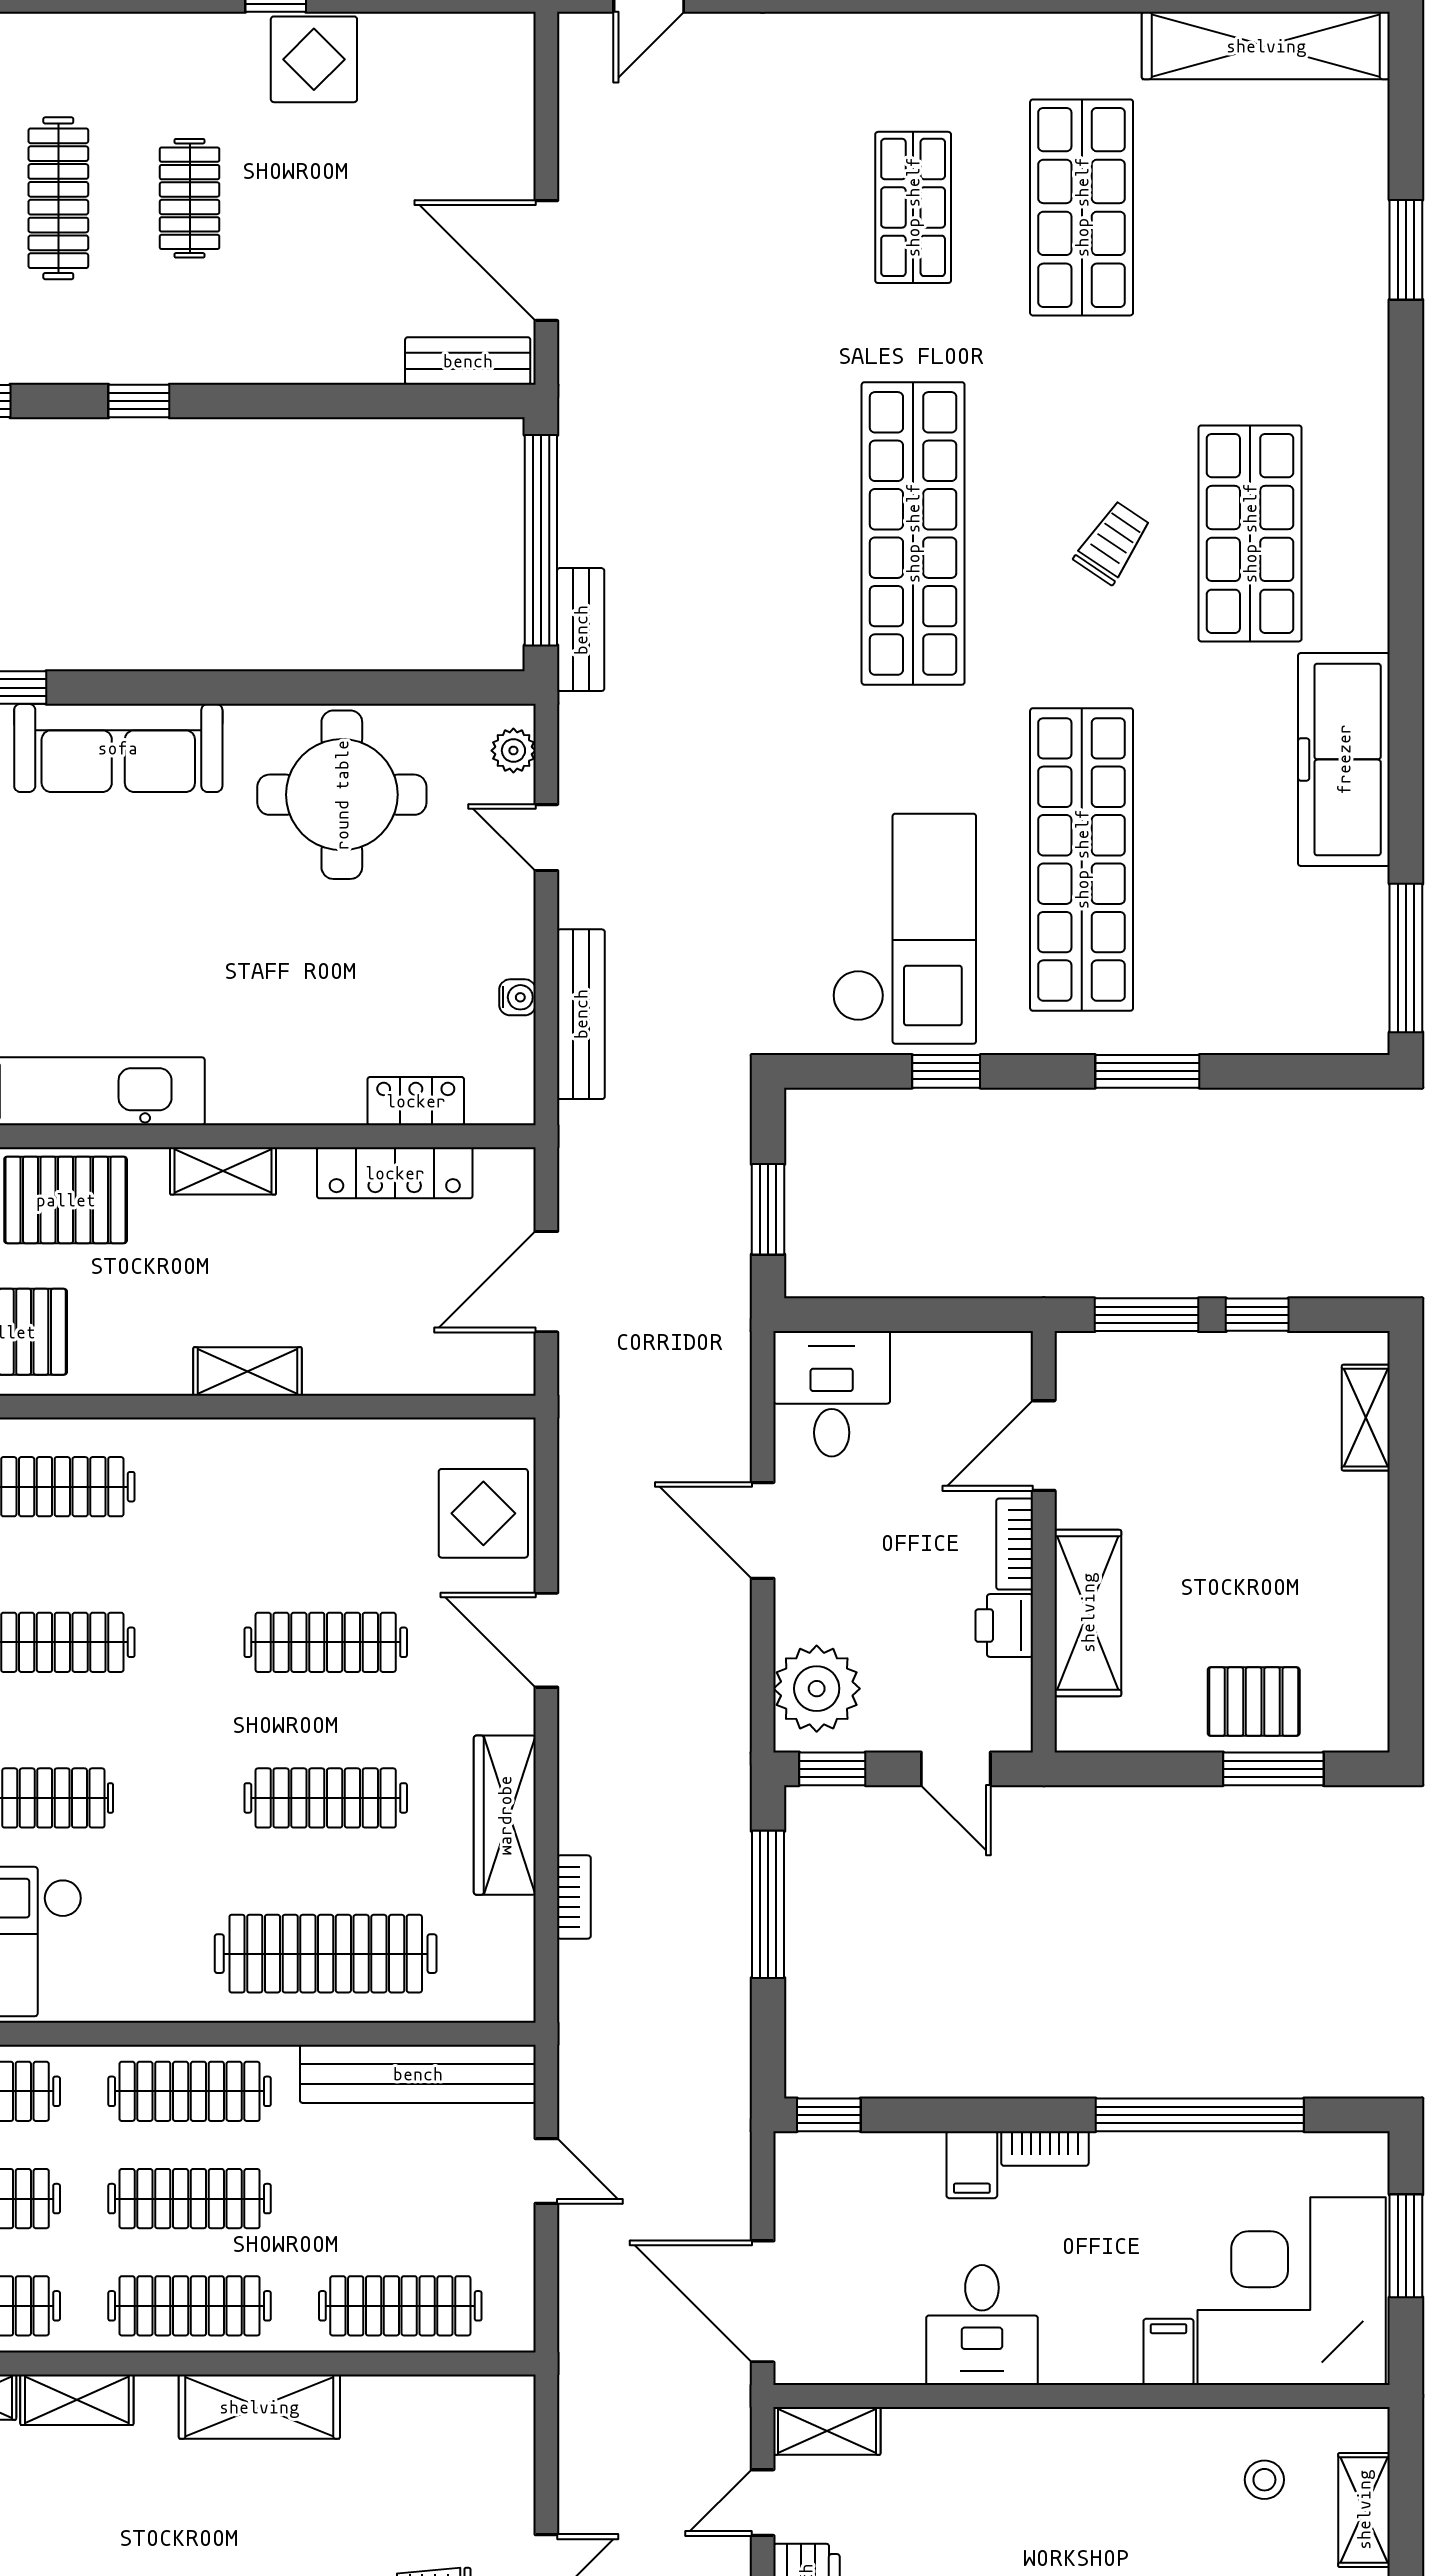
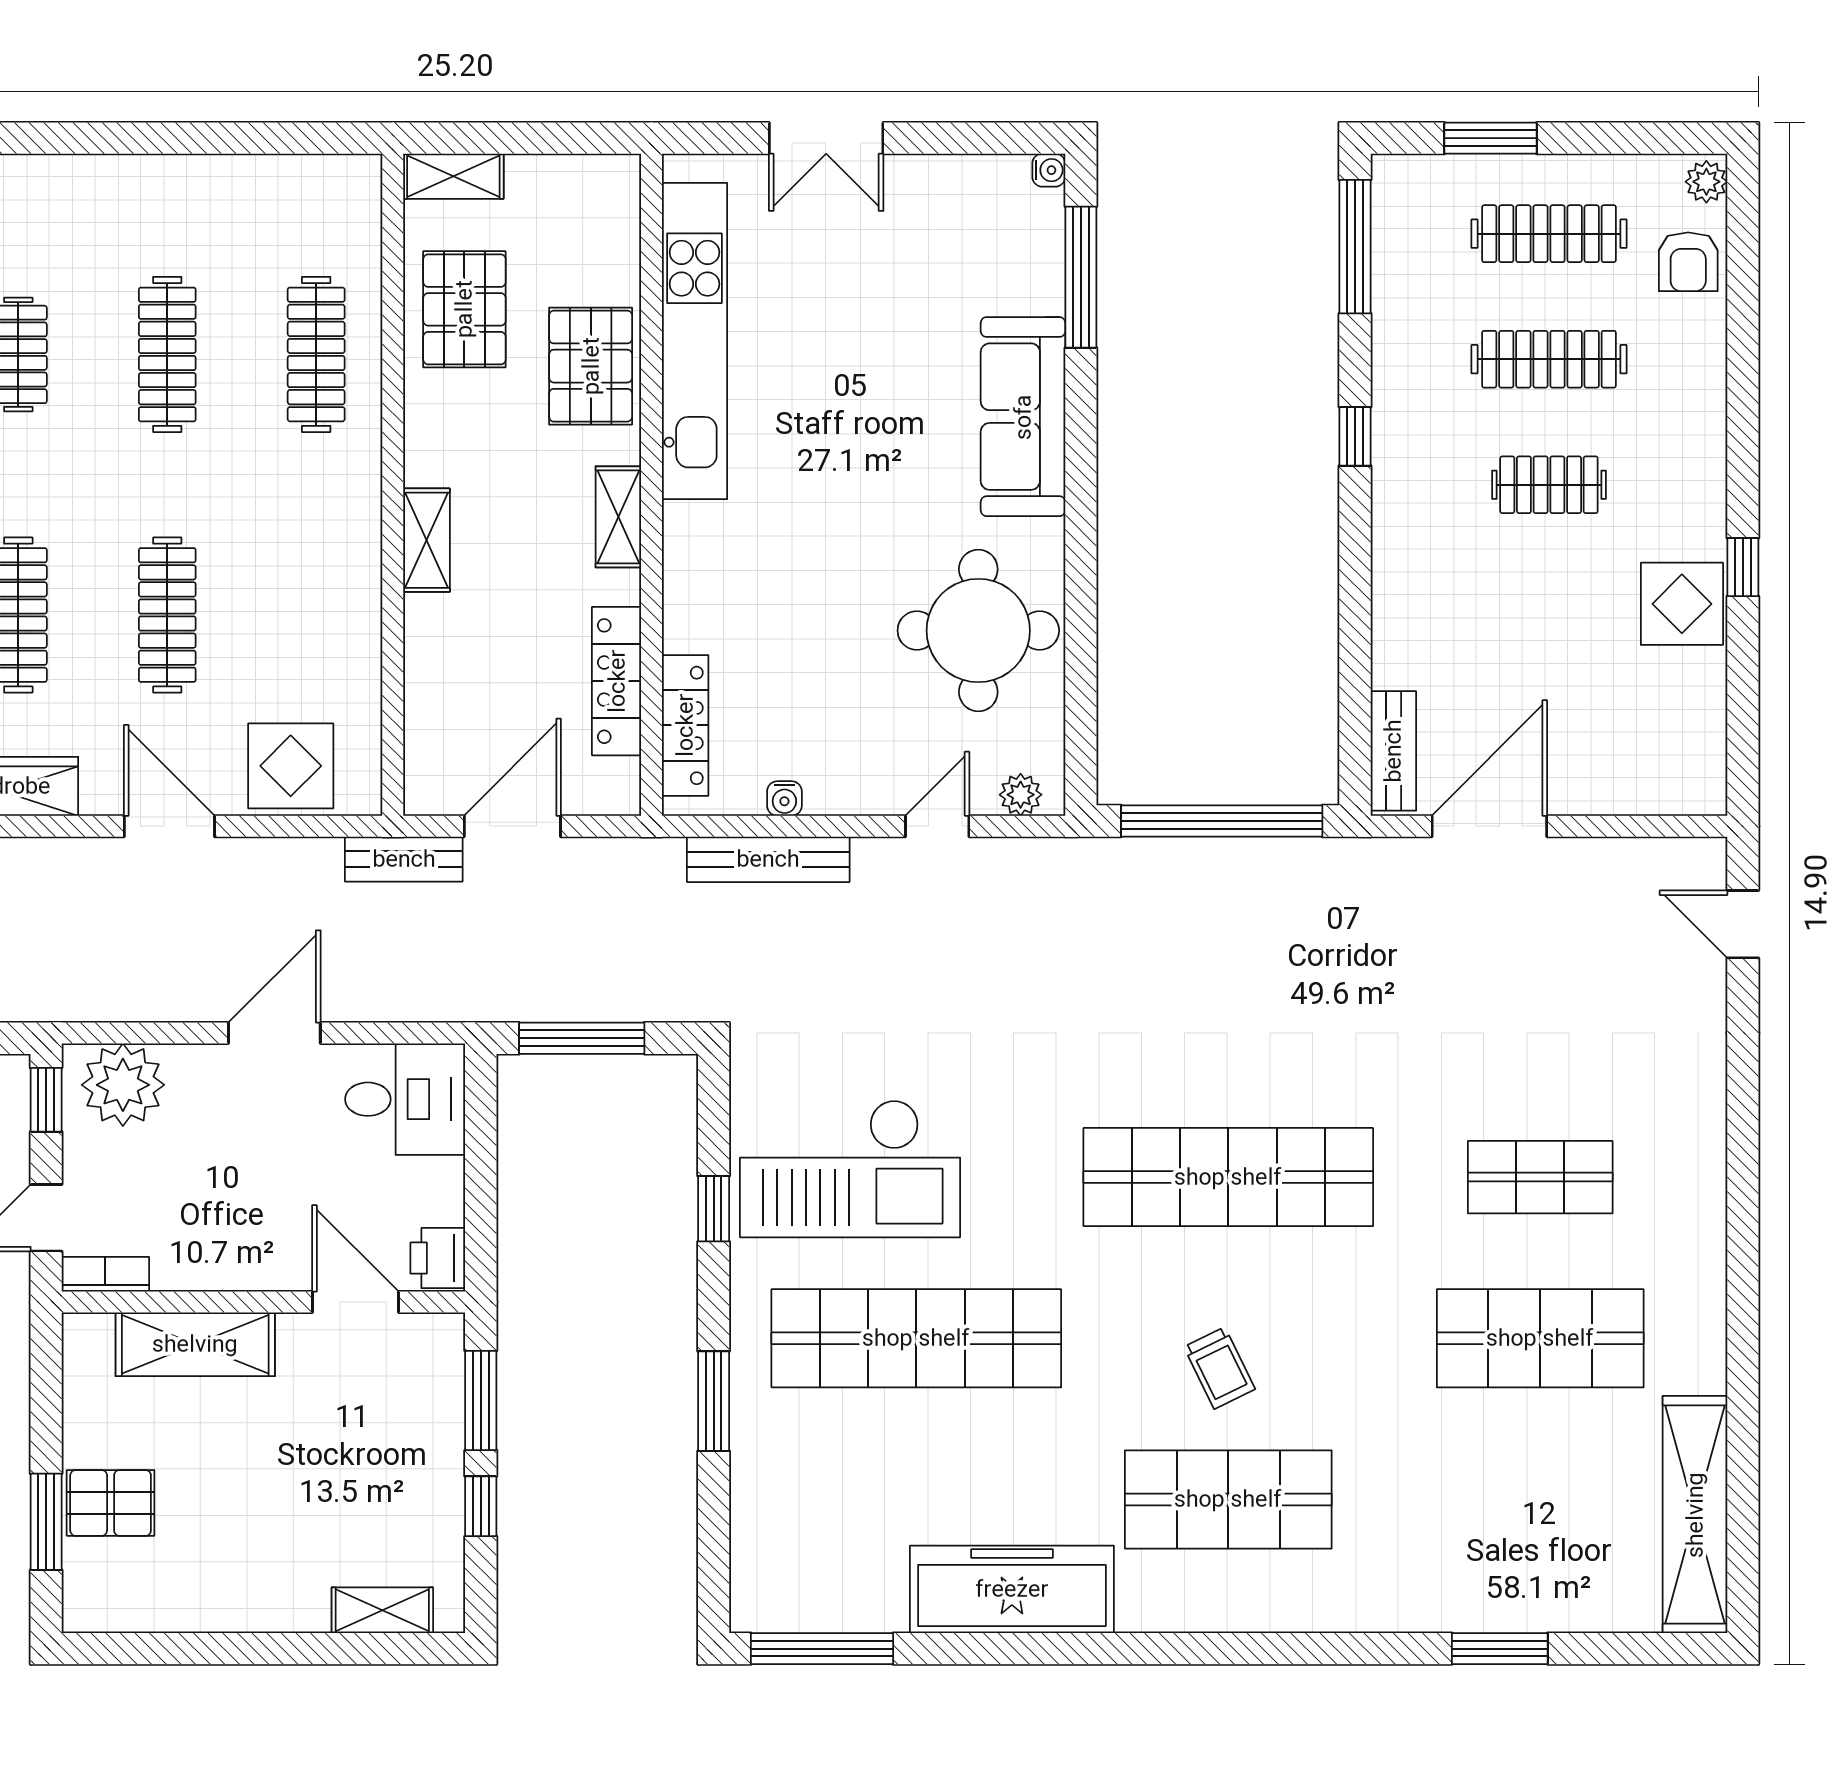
trolley: (1113, 543) -> (1220, 1368), turned 30
bench: (581, 630) -> (404, 859), moved
locker: (416, 1101) -> (685, 725), width x1.53
window: (768, 1209) -> (582, 1038), width x1.44
door: (546, 1282) -> (512, 826), hinge flipped
bookcase: (1015, 1544) -> (105, 1274), moved
printer: (1004, 1626) -> (438, 1258), moved, turned -90
door: (546, 1640) -> (169, 826), hinge flipped
pallet: (1254, 1702) -> (111, 1503), turned 90

